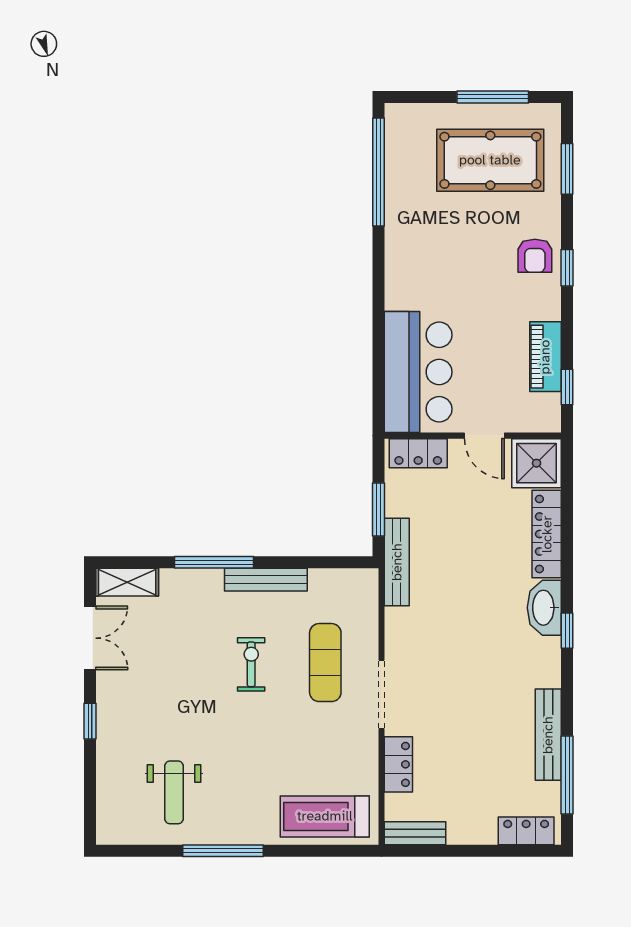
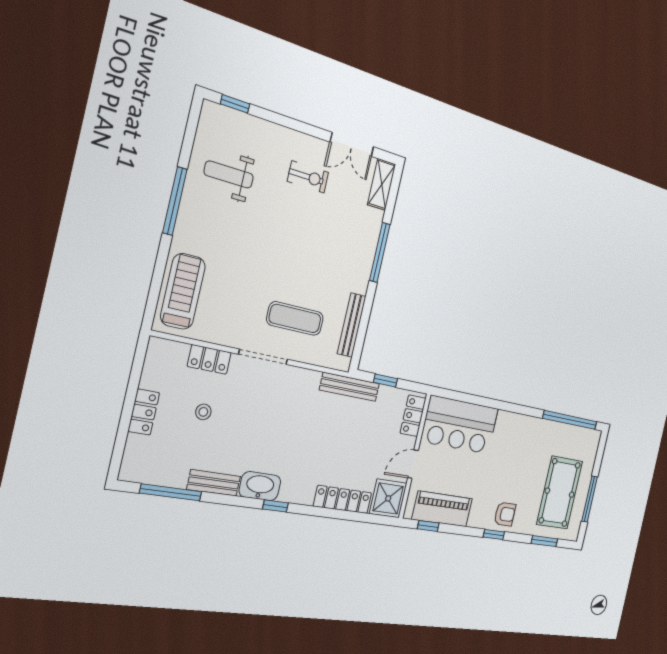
armchair: (535, 256) -> (505, 514), turned 180
piano: (545, 357) -> (442, 509), width x1.37, depth x1.33
window: (379, 510) -> (385, 381), width x0.67
bench: (266, 580) -> (352, 325), moved
washbasin: (544, 608) -> (260, 486), moved
exercise bike: (251, 664) -> (308, 177), moved
window: (90, 721) -> (235, 104), moved
bench: (548, 735) -> (214, 483), width x0.73
stool: (463, 757) -> (203, 412), added
locker: (526, 831) -> (144, 412), moved
bench: (415, 833) -> (153, 362), removed

